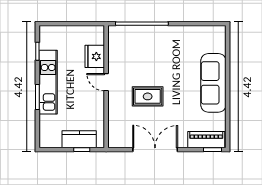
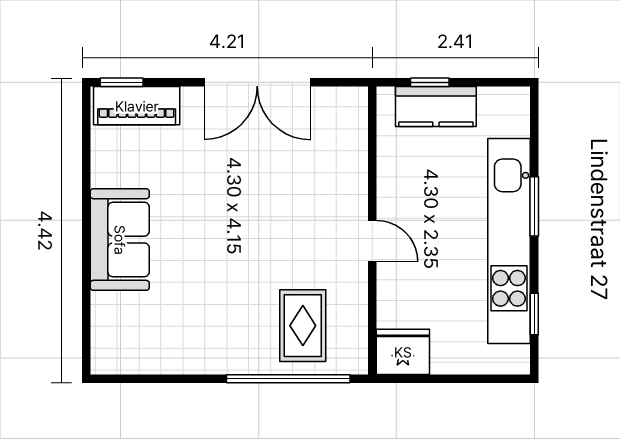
fridge: (95, 56) -> (403, 352), moved, turned -90
kitchen unit: (48, 82) -> (509, 241), width x1.36
sofa: (213, 83) -> (120, 240), width x0.73
rug: (148, 96) -> (303, 326), moved, turned 90

